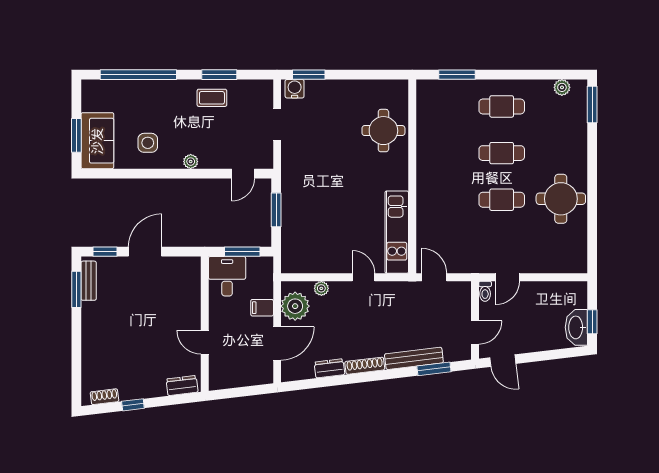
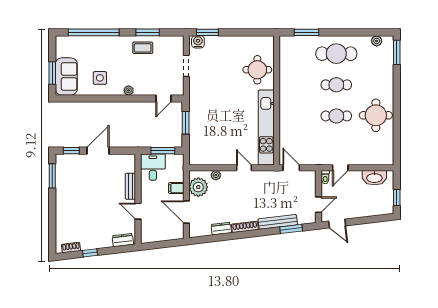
cafe table: (502, 106) -> (336, 54), width x1.37, depth x1.35
kitchen unit: (397, 232) -> (266, 128), width x1.36
bench: (89, 281) -> (130, 186), moved
washbasin: (576, 327) -> (374, 178), moved, turned -90
door: (277, 343) -> (186, 212), swing flipped

